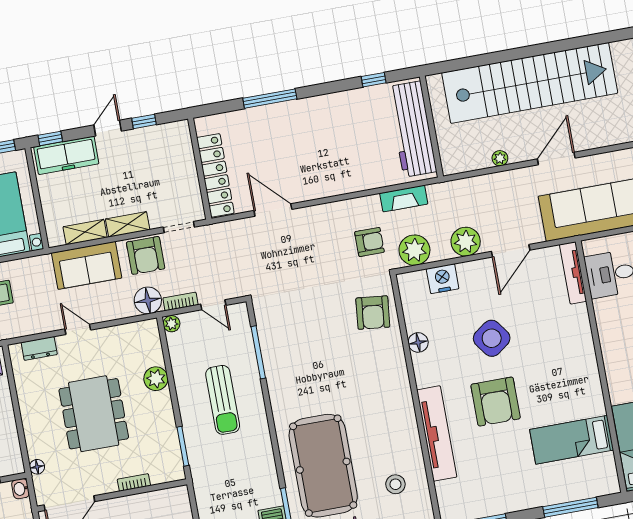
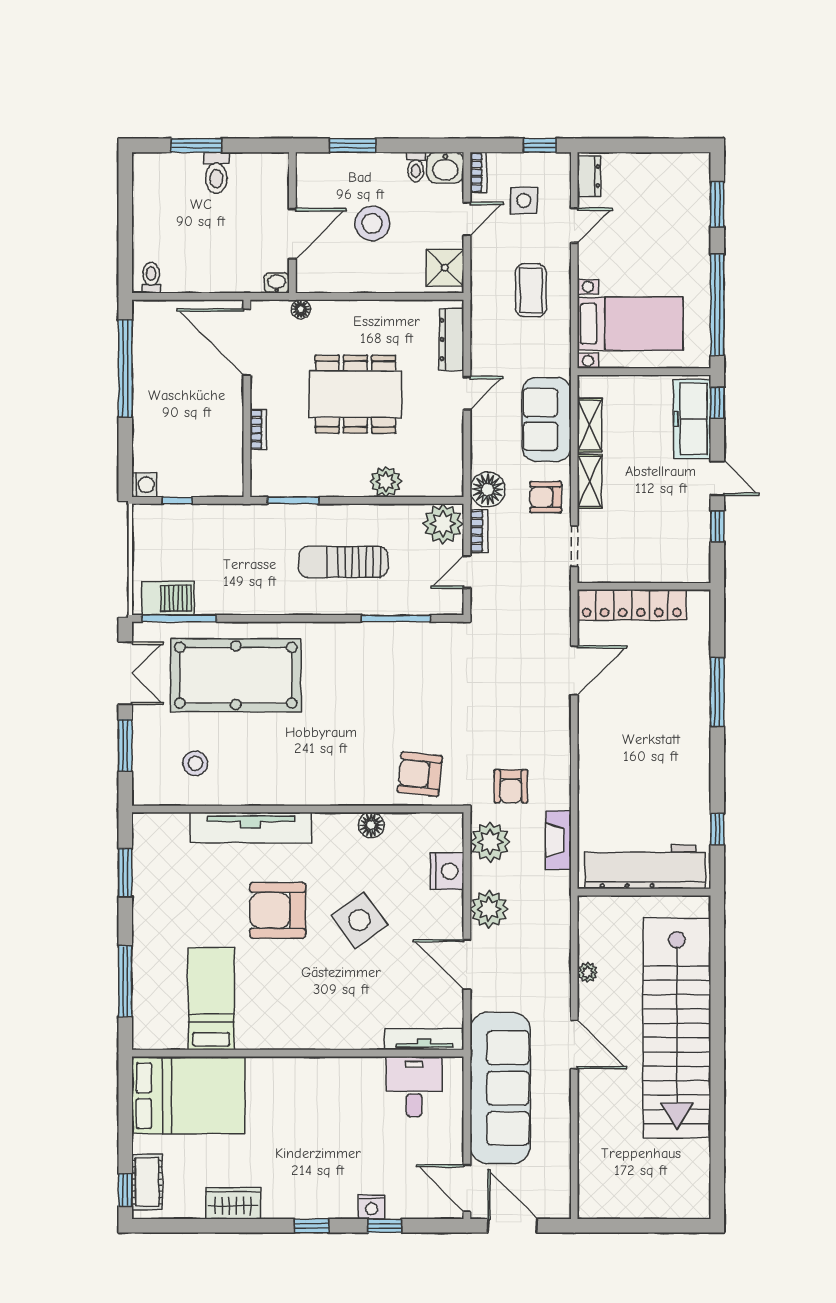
armchair: (146, 255) -> (546, 497), width x0.72, depth x0.72
plant: (172, 324) -> (443, 524), width x1.88, depth x1.88
dresser: (39, 348) -> (451, 339), width x1.44

